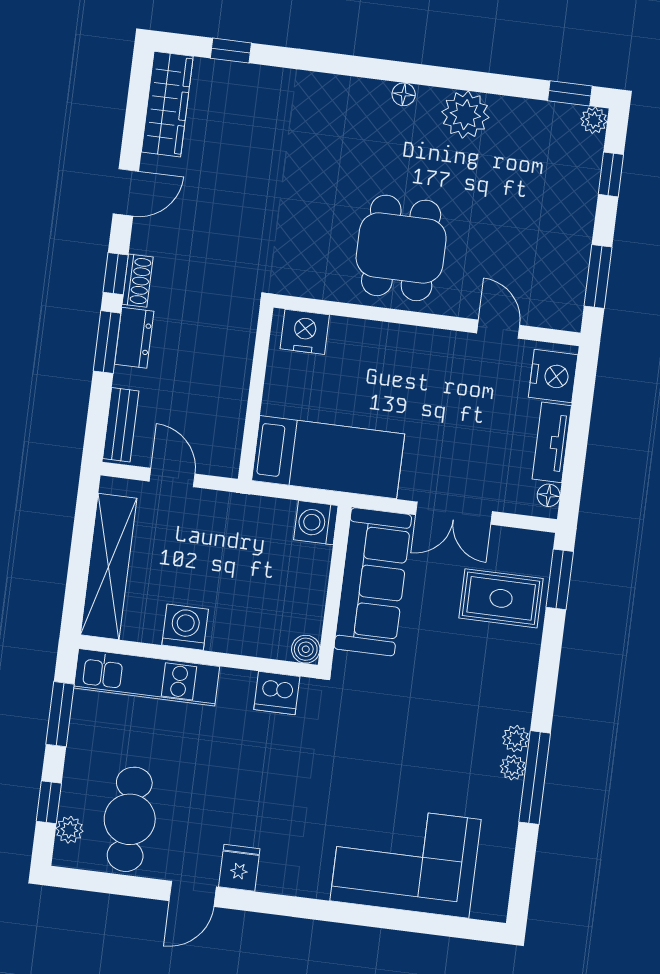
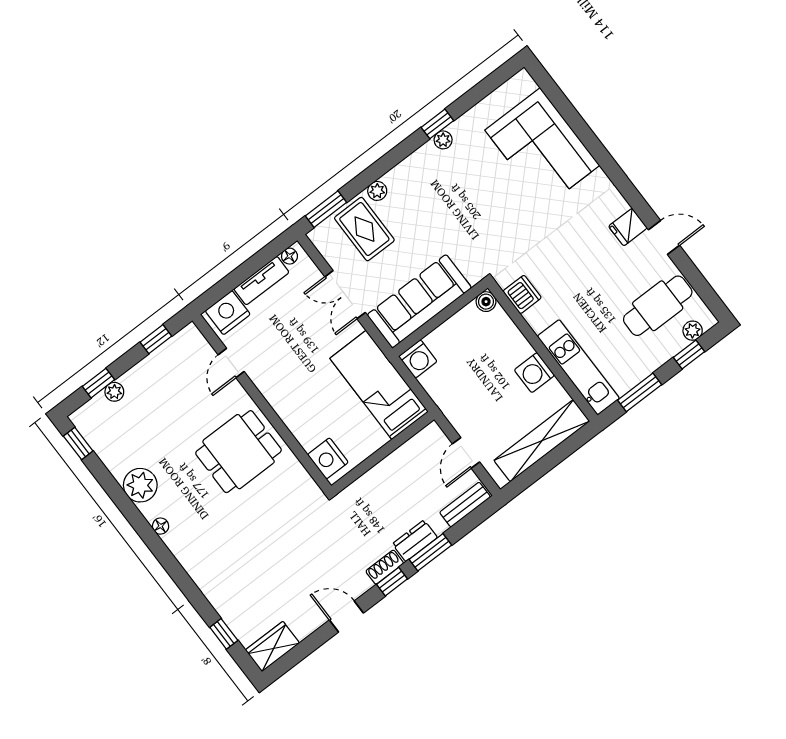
wardrobe: (167, 104) -> (272, 647), width x0.67
plant: (594, 120) -> (114, 392), moved
window: (598, 277) -> (156, 339), width x0.67
double door: (454, 513) -> (345, 295), swing flipped
plant: (516, 739) -> (377, 191), moved
window: (535, 778) -> (437, 124), width x0.46

